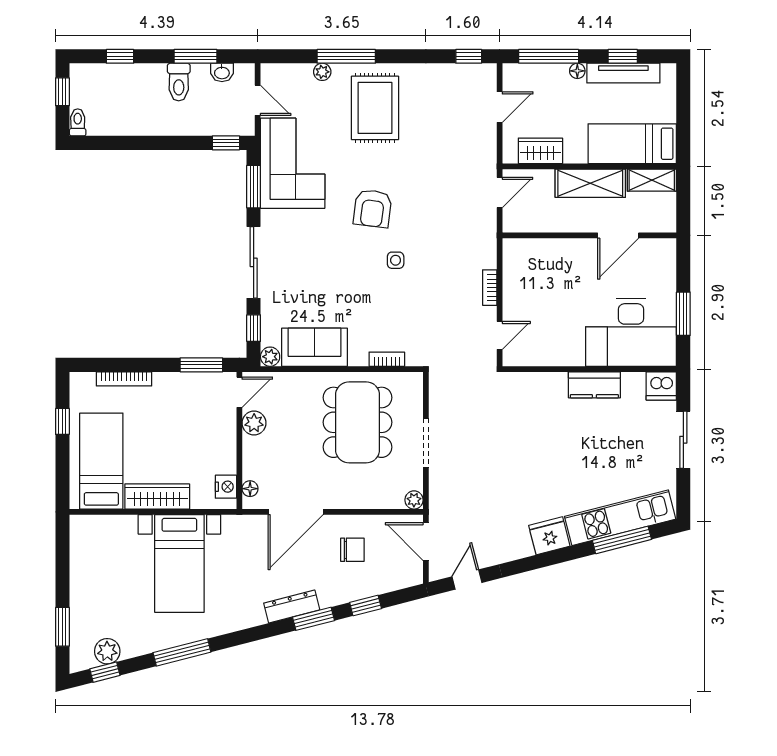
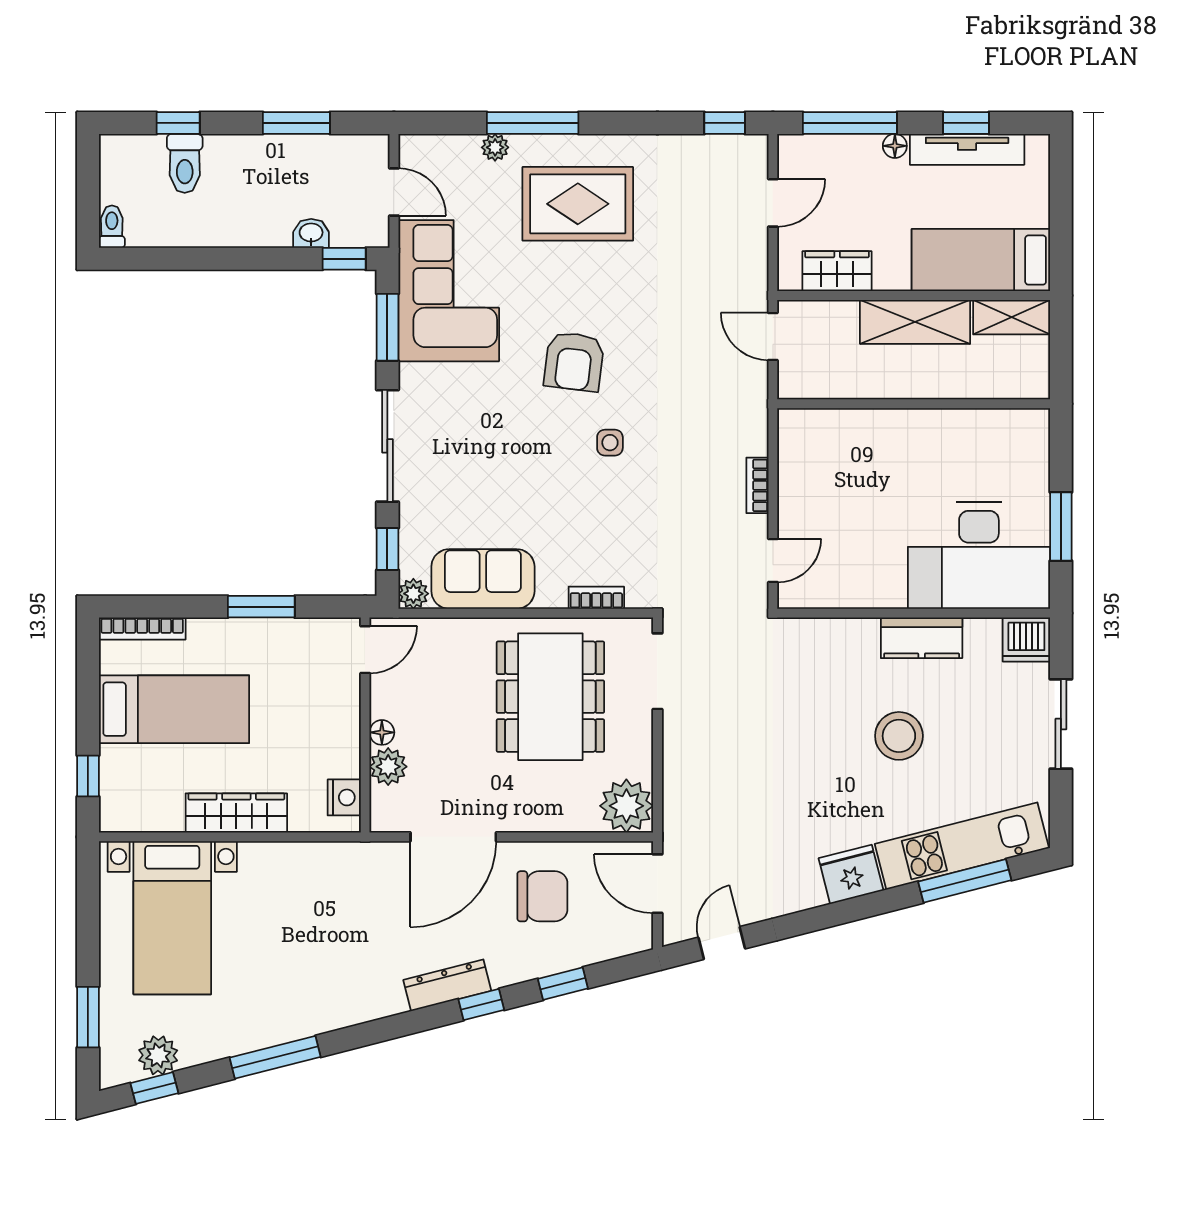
washbasin: (222, 72) -> (311, 233), moved, turned 180
toilet: (179, 82) -> (185, 163), moved
window: (62, 92) -> (88, 178), removed
rug: (375, 108) -> (578, 204), turned 90
door: (500, 192) -> (773, 336), swing flipped
door: (618, 235) -> (959, 404), removed
window: (201, 365) -> (261, 607), moved
bookcase: (124, 379) -> (142, 629), moved
window: (62, 421) -> (88, 776), moved
plant: (254, 423) -> (388, 767), moved
doorway: (426, 443) -> (657, 671), moved
stool: (580, 447) -> (899, 736), added
bed: (101, 461) -> (174, 709), moved, turned 90
floor lamp: (250, 489) -> (382, 732), moved
plant: (414, 500) -> (626, 806), width x1.88, depth x1.88
chair: (352, 550) -> (542, 896), width x1.37, depth x1.37
bed with nightstands: (179, 563) -> (172, 918), moved
window: (313, 619) -> (481, 1005), width x0.67

